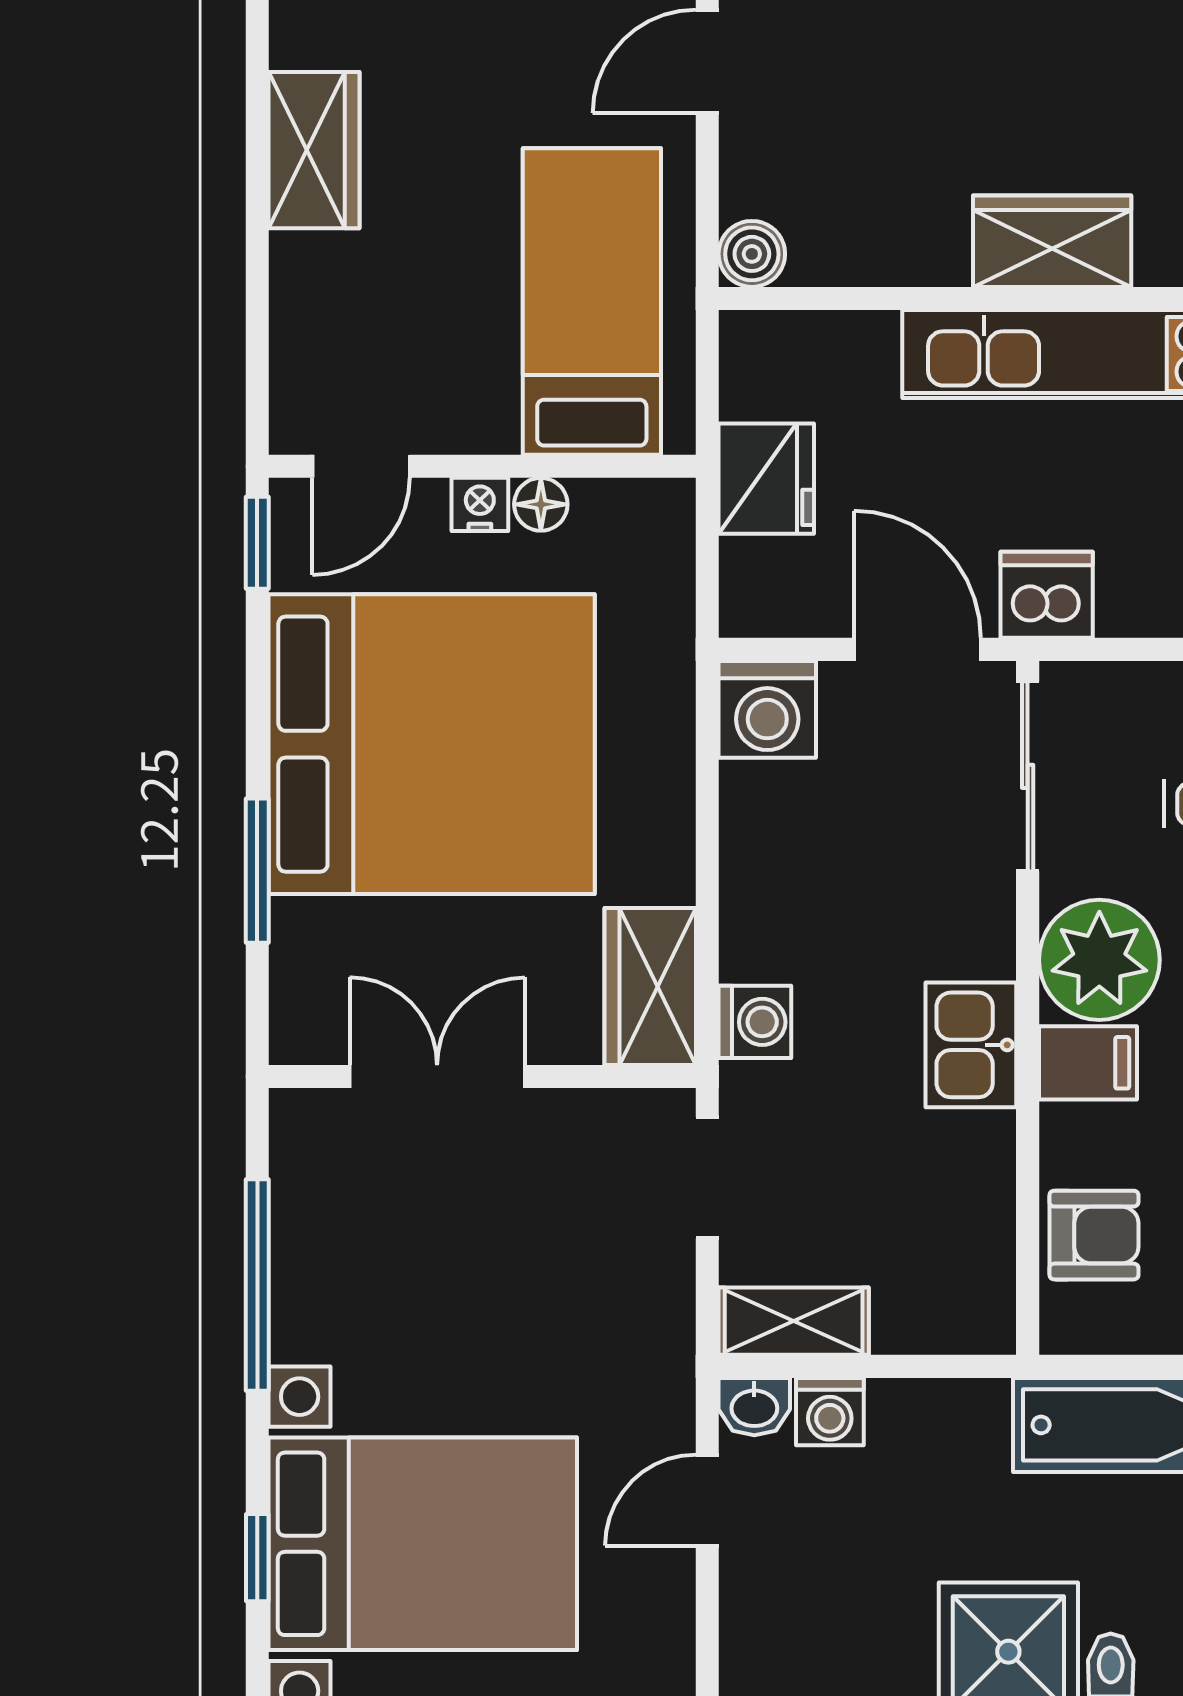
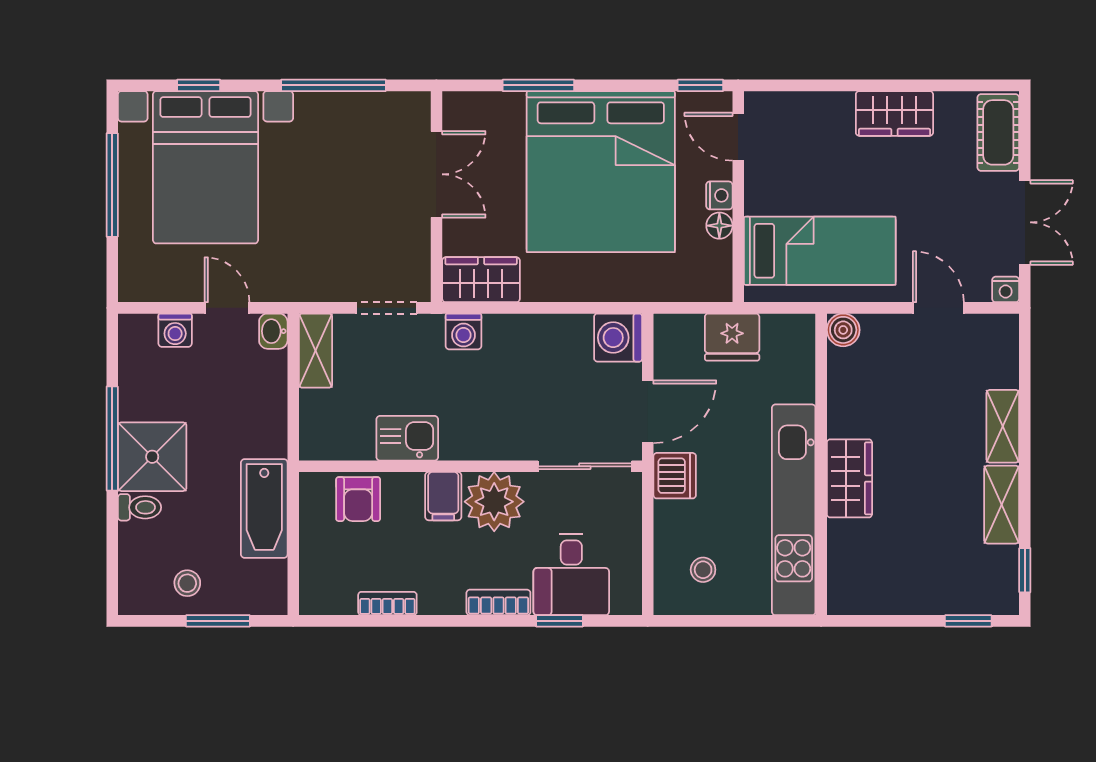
kitchen sink: (971, 1045) -> (407, 438), moved
washing machine: (830, 1412) -> (175, 330), moved, turned -90

